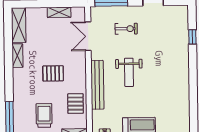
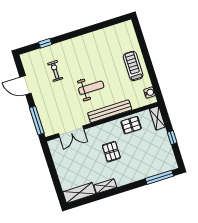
shelving: (59, 12) -> (58, 162), removed
exercise bike: (126, 29) -> (55, 71), moved
trolley: (44, 115) -> (149, 149), removed

